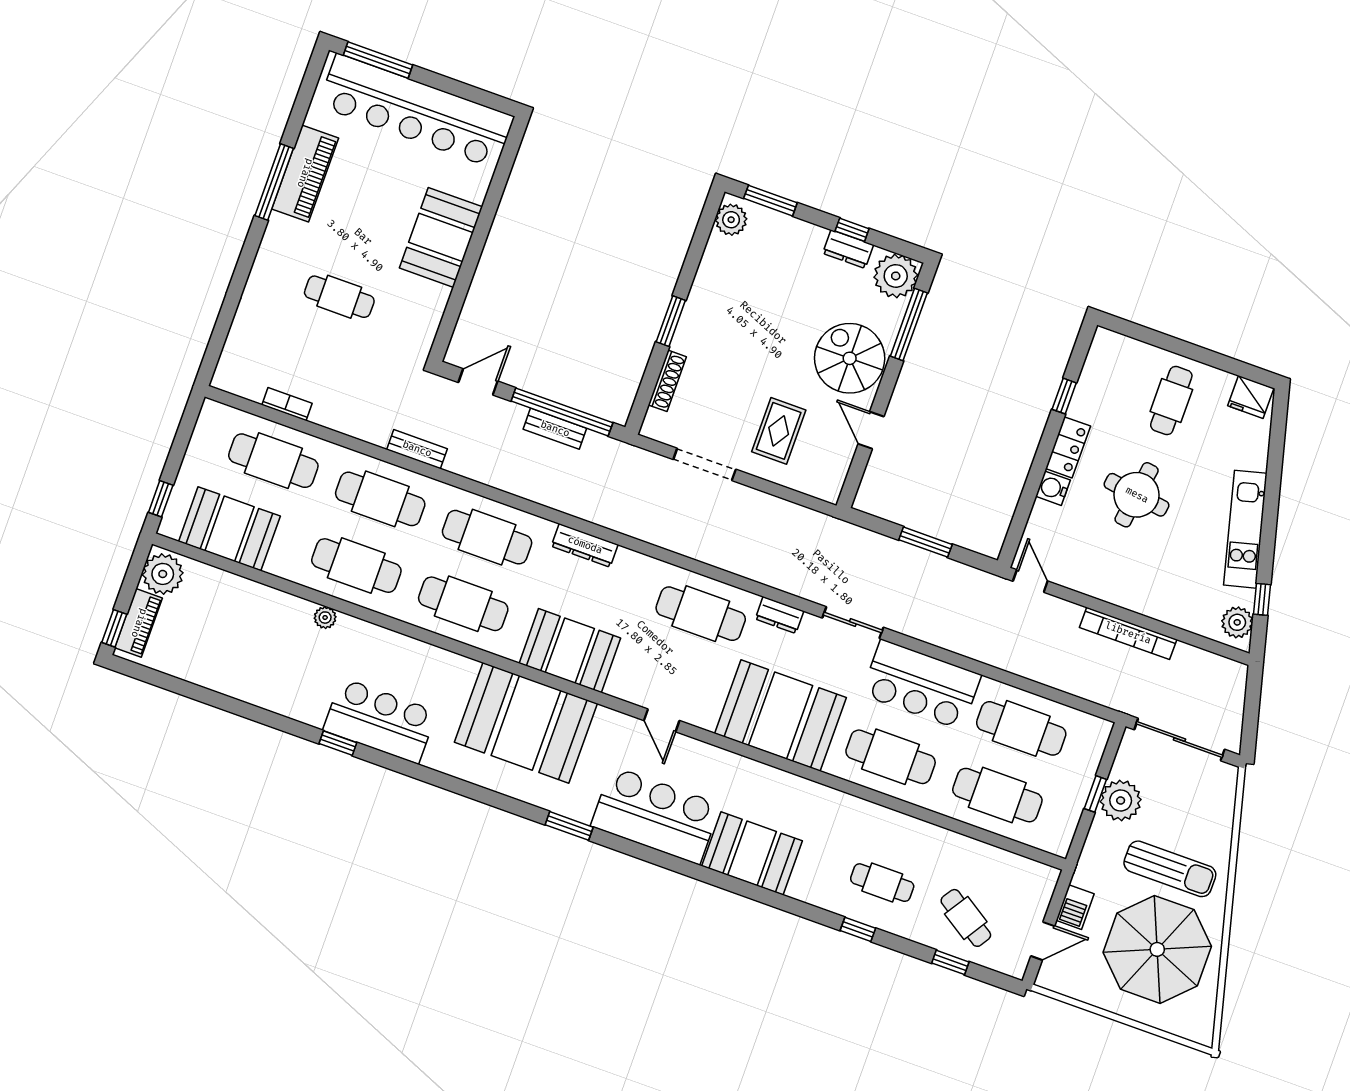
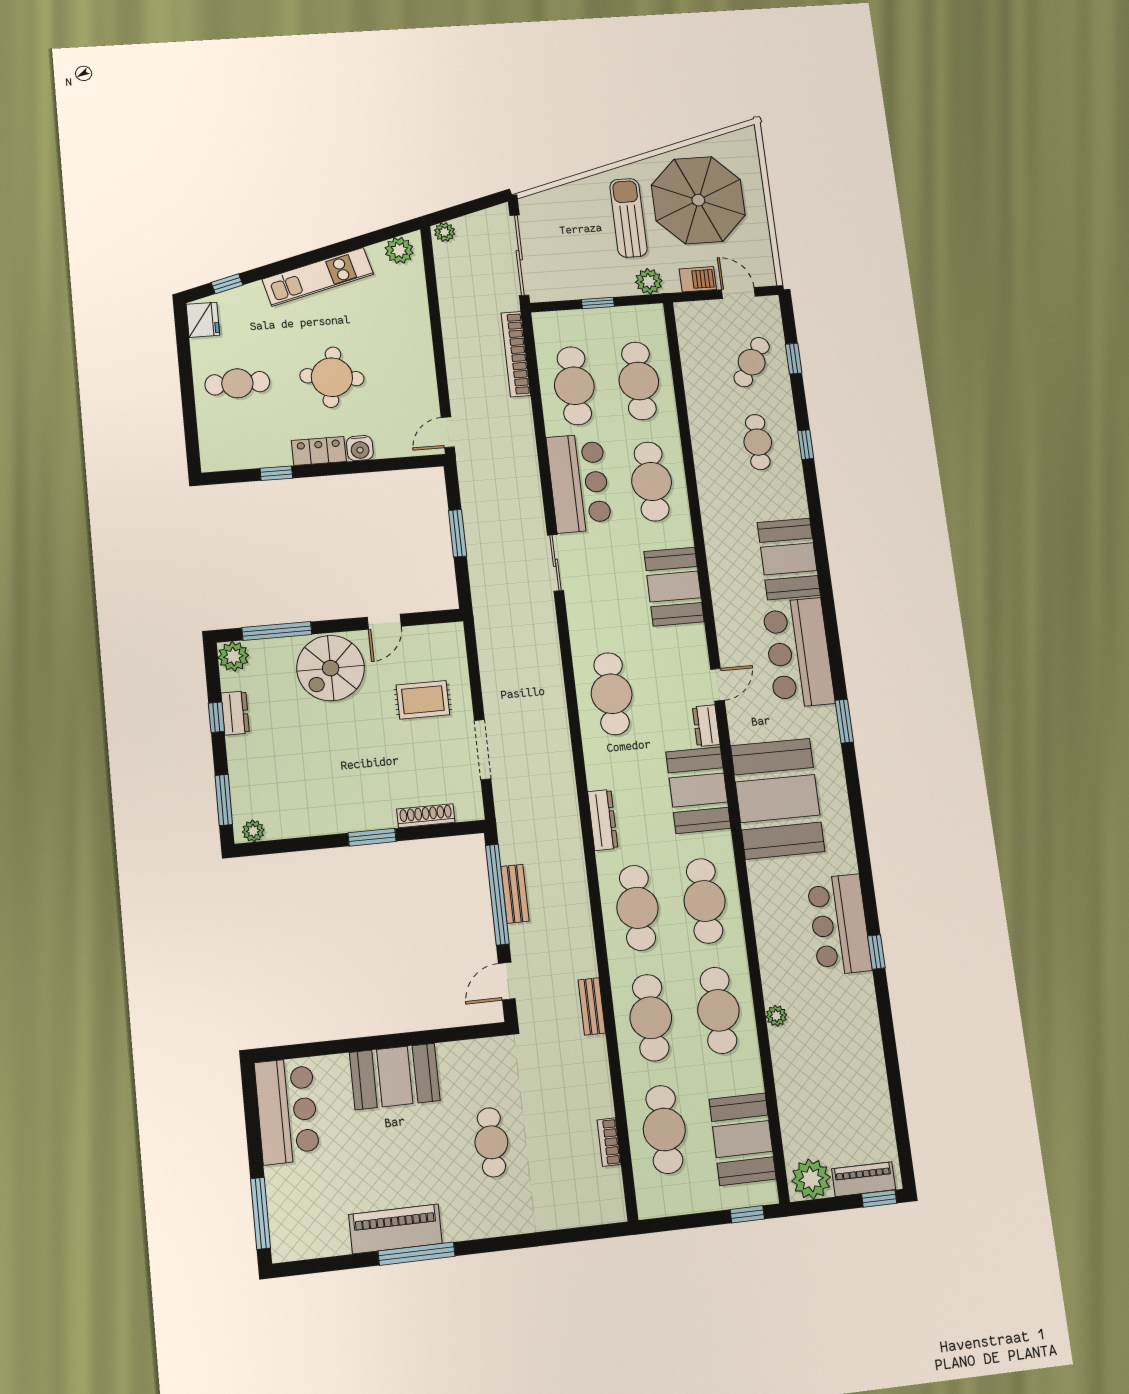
bar counter: (416, 111) -> (287, 1111), width x0.54
plant: (731, 220) -> (253, 831), width x0.73, depth x0.73
plant: (896, 276) -> (233, 656), width x0.73, depth x0.73
door: (478, 382) -> (507, 981), hinge flipped
window: (1262, 599) -> (227, 284), moved
dresser: (779, 615) -> (706, 726), moved, turned 180
bookcase: (1128, 633) -> (516, 354), moved, turned 180
plant: (1236, 677) -> (445, 232), added
booth: (781, 715) -> (674, 587), width x0.73, depth x0.70
plant: (1121, 801) -> (649, 281), moved, width x0.73, depth x0.73

